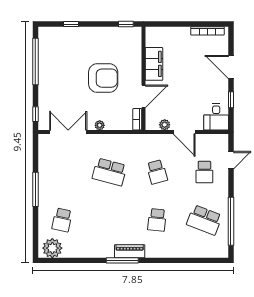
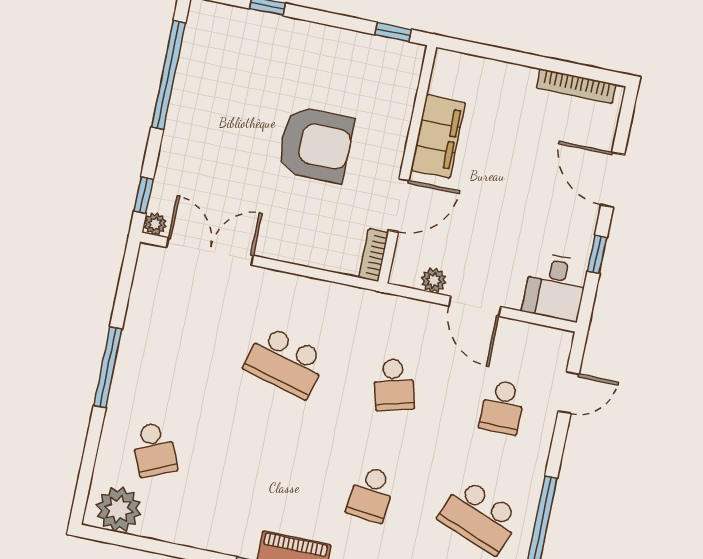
plant: (100, 125) -> (155, 224), moved
school desk: (62, 220) -> (154, 449), turned -36

